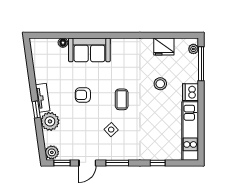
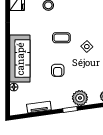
sofa: (89, 50) -> (20, 59), width x1.36
tv unit: (43, 98) -> (39, 107), moved

